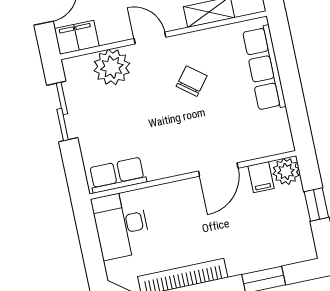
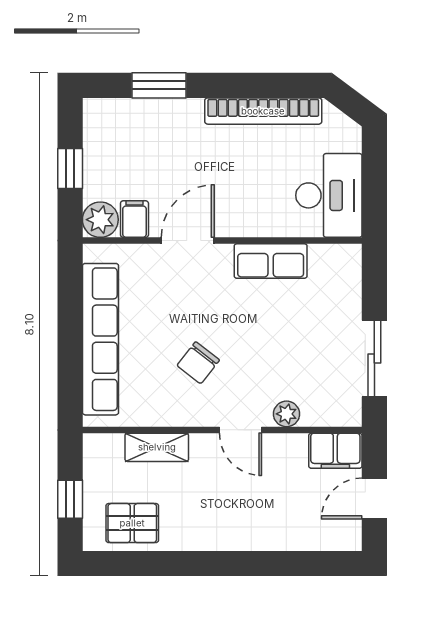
plant: (112, 67) -> (287, 414), width x0.53, depth x0.53
row of seats: (264, 68) -> (100, 339), width x1.36
row of seats: (117, 175) -> (271, 261), moved

